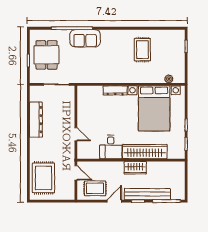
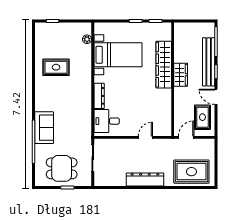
bed with nightstands: (154, 108) -> (118, 55), width x0.73
dresser: (36, 120) -> (145, 180), moved
desk: (111, 147) -> (107, 121), moved, turned 180

